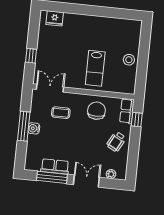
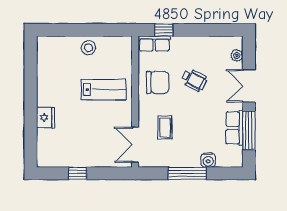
fridge: (55, 18) -> (45, 117), moved
window: (31, 56) -> (78, 173), moved
chair: (96, 111) -> (158, 82), turned 180
water cooler: (34, 128) -> (208, 160), moved
wheelchair: (116, 142) -> (194, 80), moved

